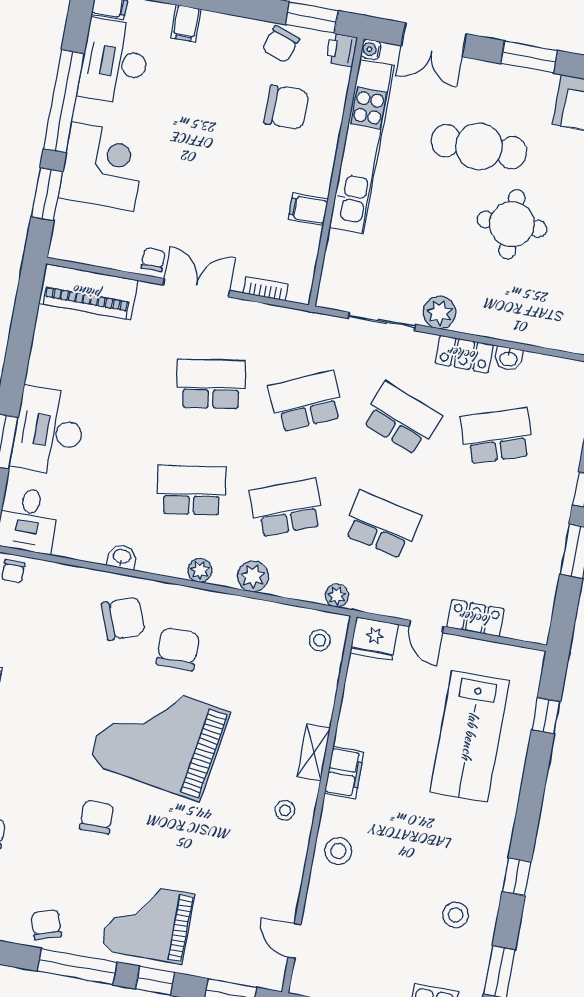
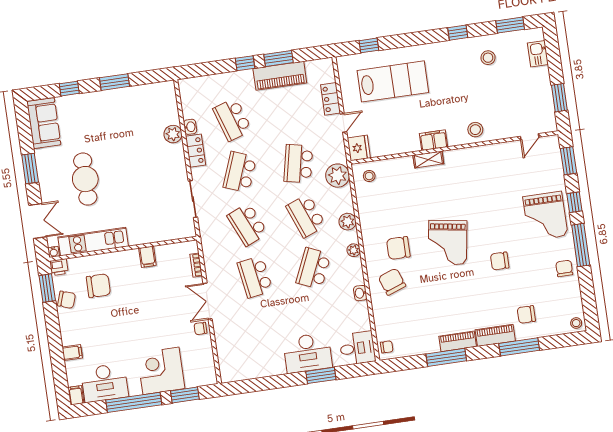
chair: (286, 107) -> (98, 286), turned 90
kitchen unit: (362, 146) -> (93, 242), width x0.73
round table: (512, 224) -> (120, 148), removed
piano: (88, 292) -> (280, 76), moved, turned 90
plant: (440, 313) -> (173, 134), moved
school desk: (192, 490) -> (314, 268), turned 33
plant: (337, 596) -> (338, 176), width x1.88, depth x1.88
grand piano: (159, 738) -> (448, 242), width x0.73, depth x0.68
stool: (285, 810) -> (463, 164), removed
chair: (46, 925) -> (564, 268), turned 108

